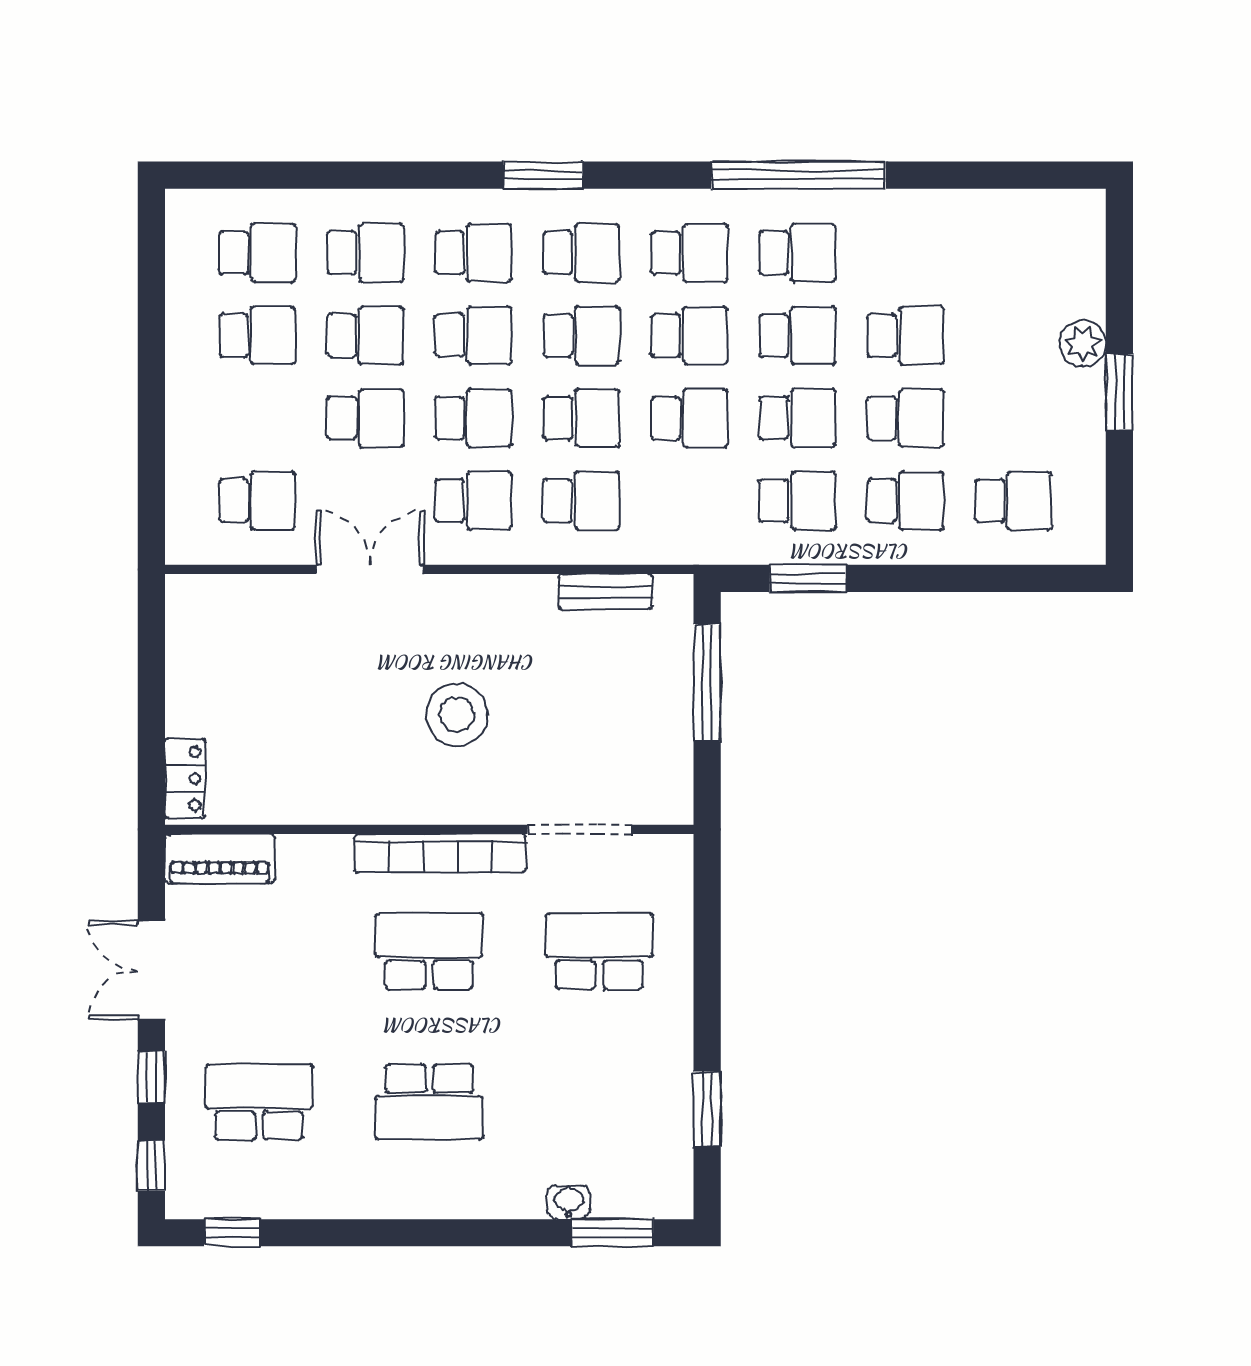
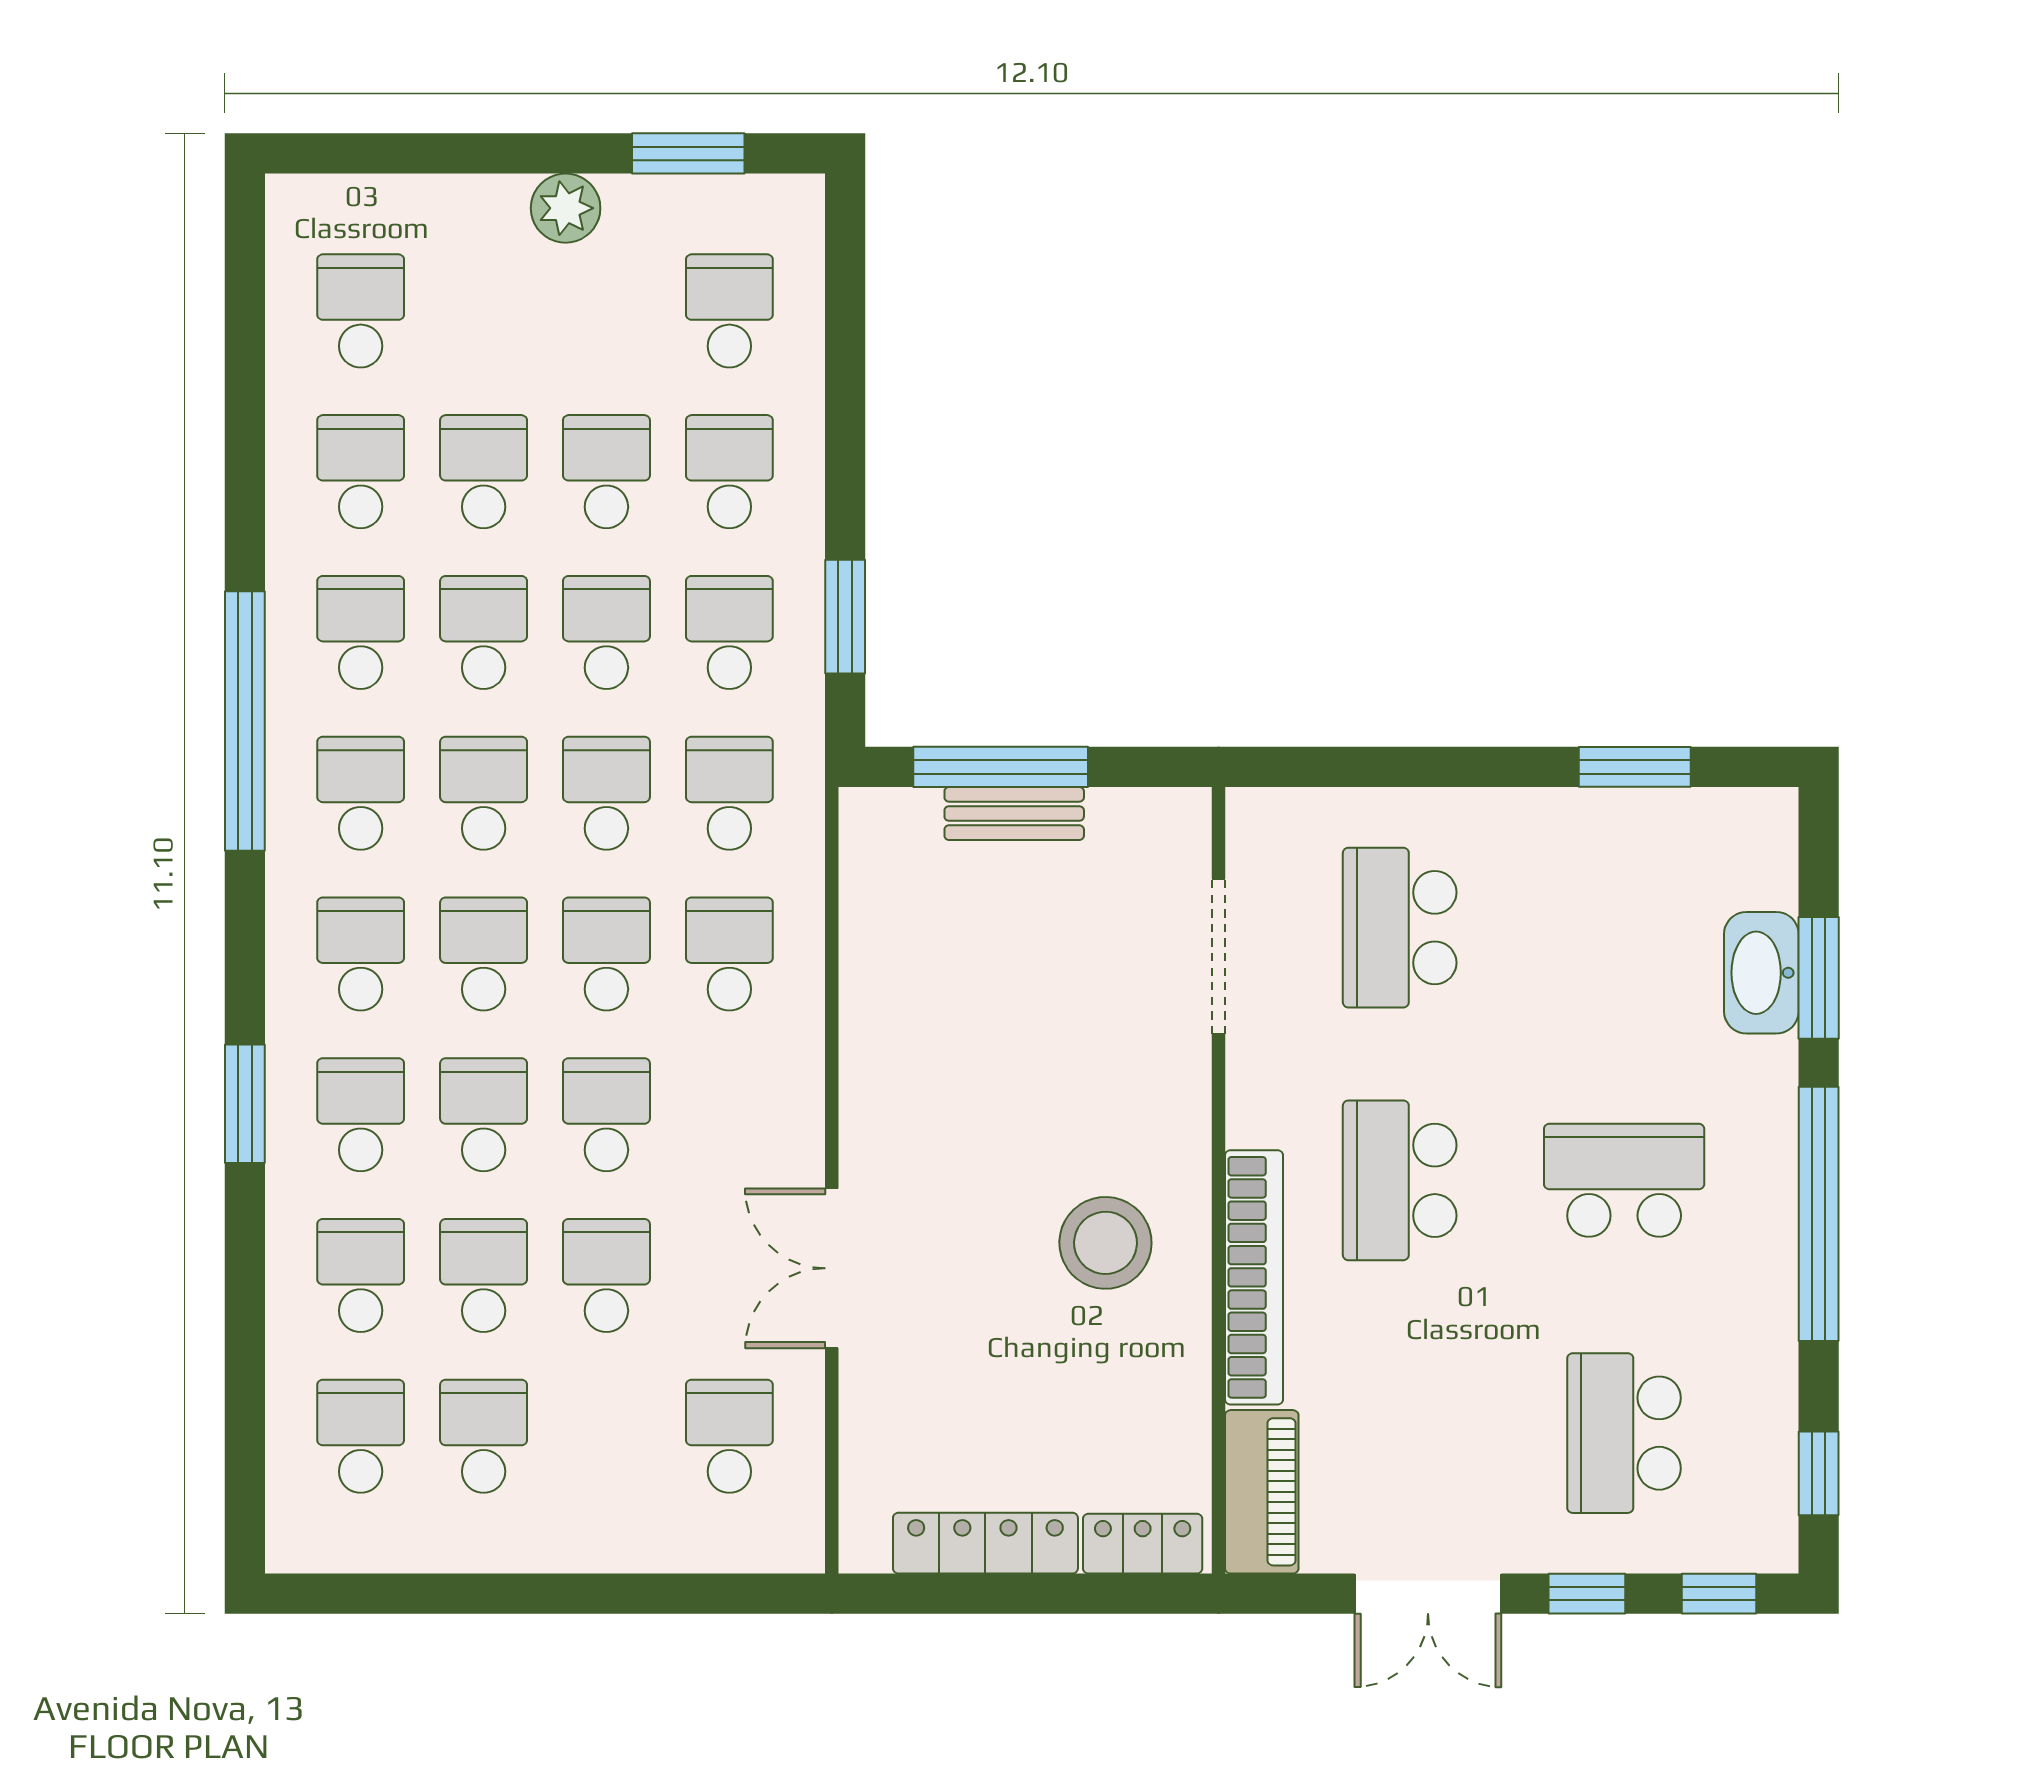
window: (543, 175) -> (245, 1104), moved
window: (799, 175) -> (245, 721), moved
school desk: (906, 253) -> (361, 472), added
school desk: (1014, 253) -> (361, 311), added
plant: (1083, 344) -> (566, 208), moved
window: (1119, 392) -> (688, 153), moved
school desk: (473, 501) -> (729, 793), moved
bench: (605, 592) -> (1014, 813), moved, turned 90
locker: (185, 673) -> (985, 1543), added
stool: (457, 714) -> (1105, 1243), moved
bookcase: (440, 853) -> (1254, 1277), moved
school desk: (429, 1102) -> (1624, 1180), turned -90
washbasin: (569, 1202) -> (1761, 973), width x1.91, depth x1.45
window: (407, 1233) -> (1819, 1214), added
window: (612, 1233) -> (1819, 978), moved

